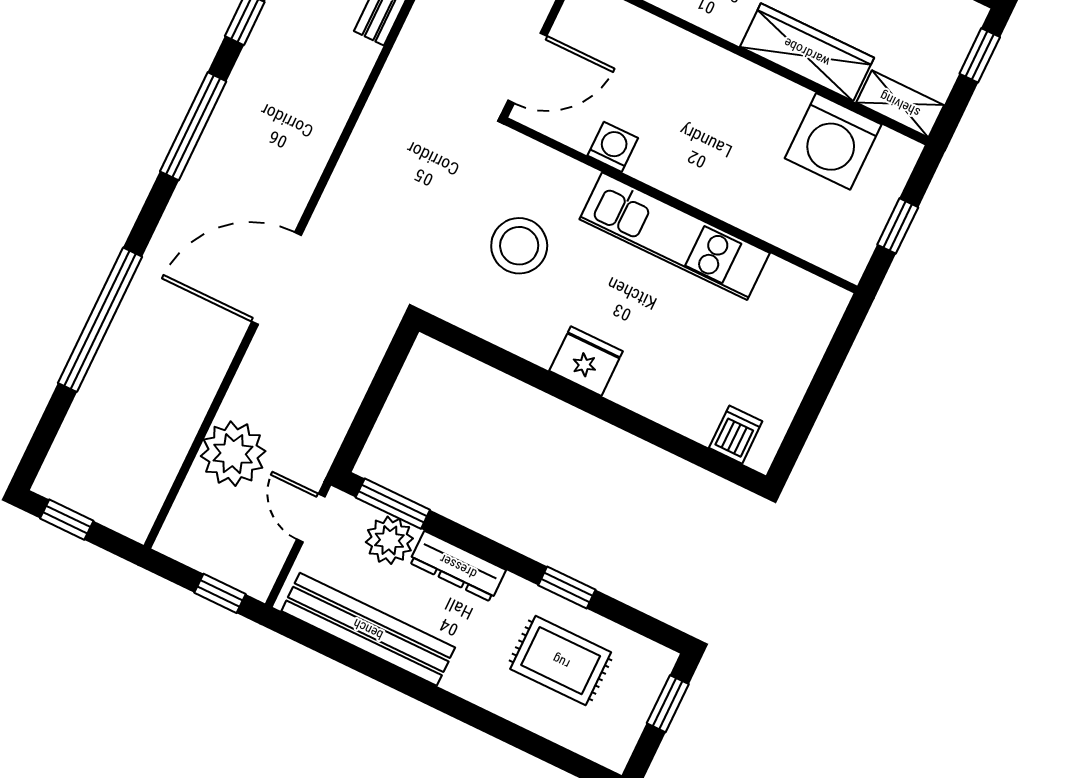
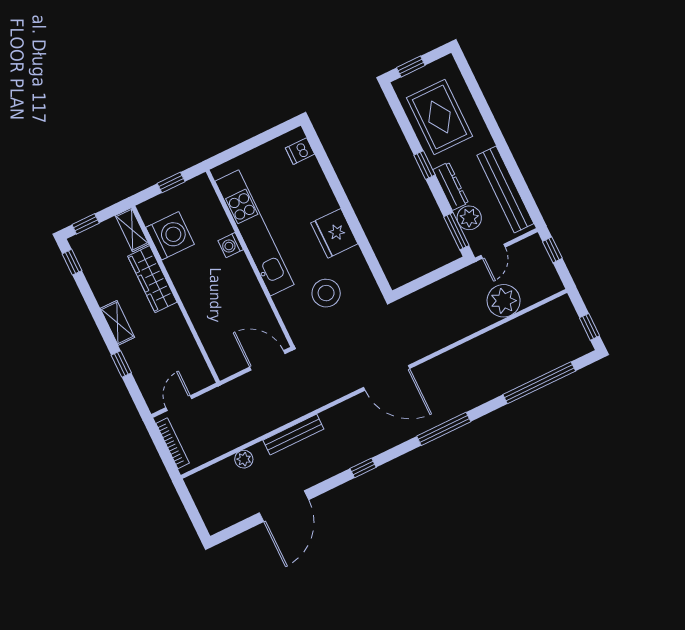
window: (193, 126) -> (444, 429), moved
washing machine: (613, 147) -> (231, 245), moved
kitchen unit: (675, 236) -> (255, 233), width x1.36
door: (276, 278) -> (387, 378), moved
window: (100, 320) -> (539, 383), moved
fridge: (586, 361) -> (334, 233), width x1.36, depth x1.34
window: (567, 587) -> (424, 165), moved
rug: (561, 661) -> (439, 117), width x1.36, depth x1.43

